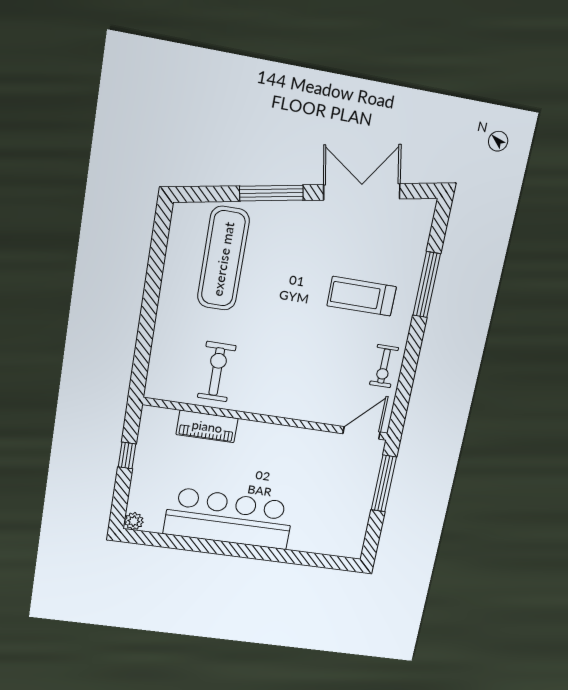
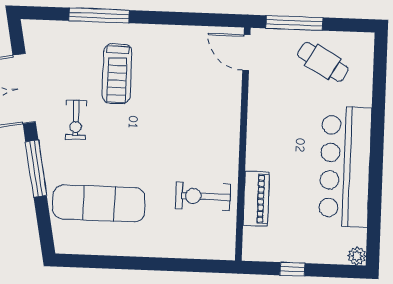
exercise bike: (384, 366) -> (76, 120), moved, turned 90
cafe table: (340, 507) -> (323, 62), added

